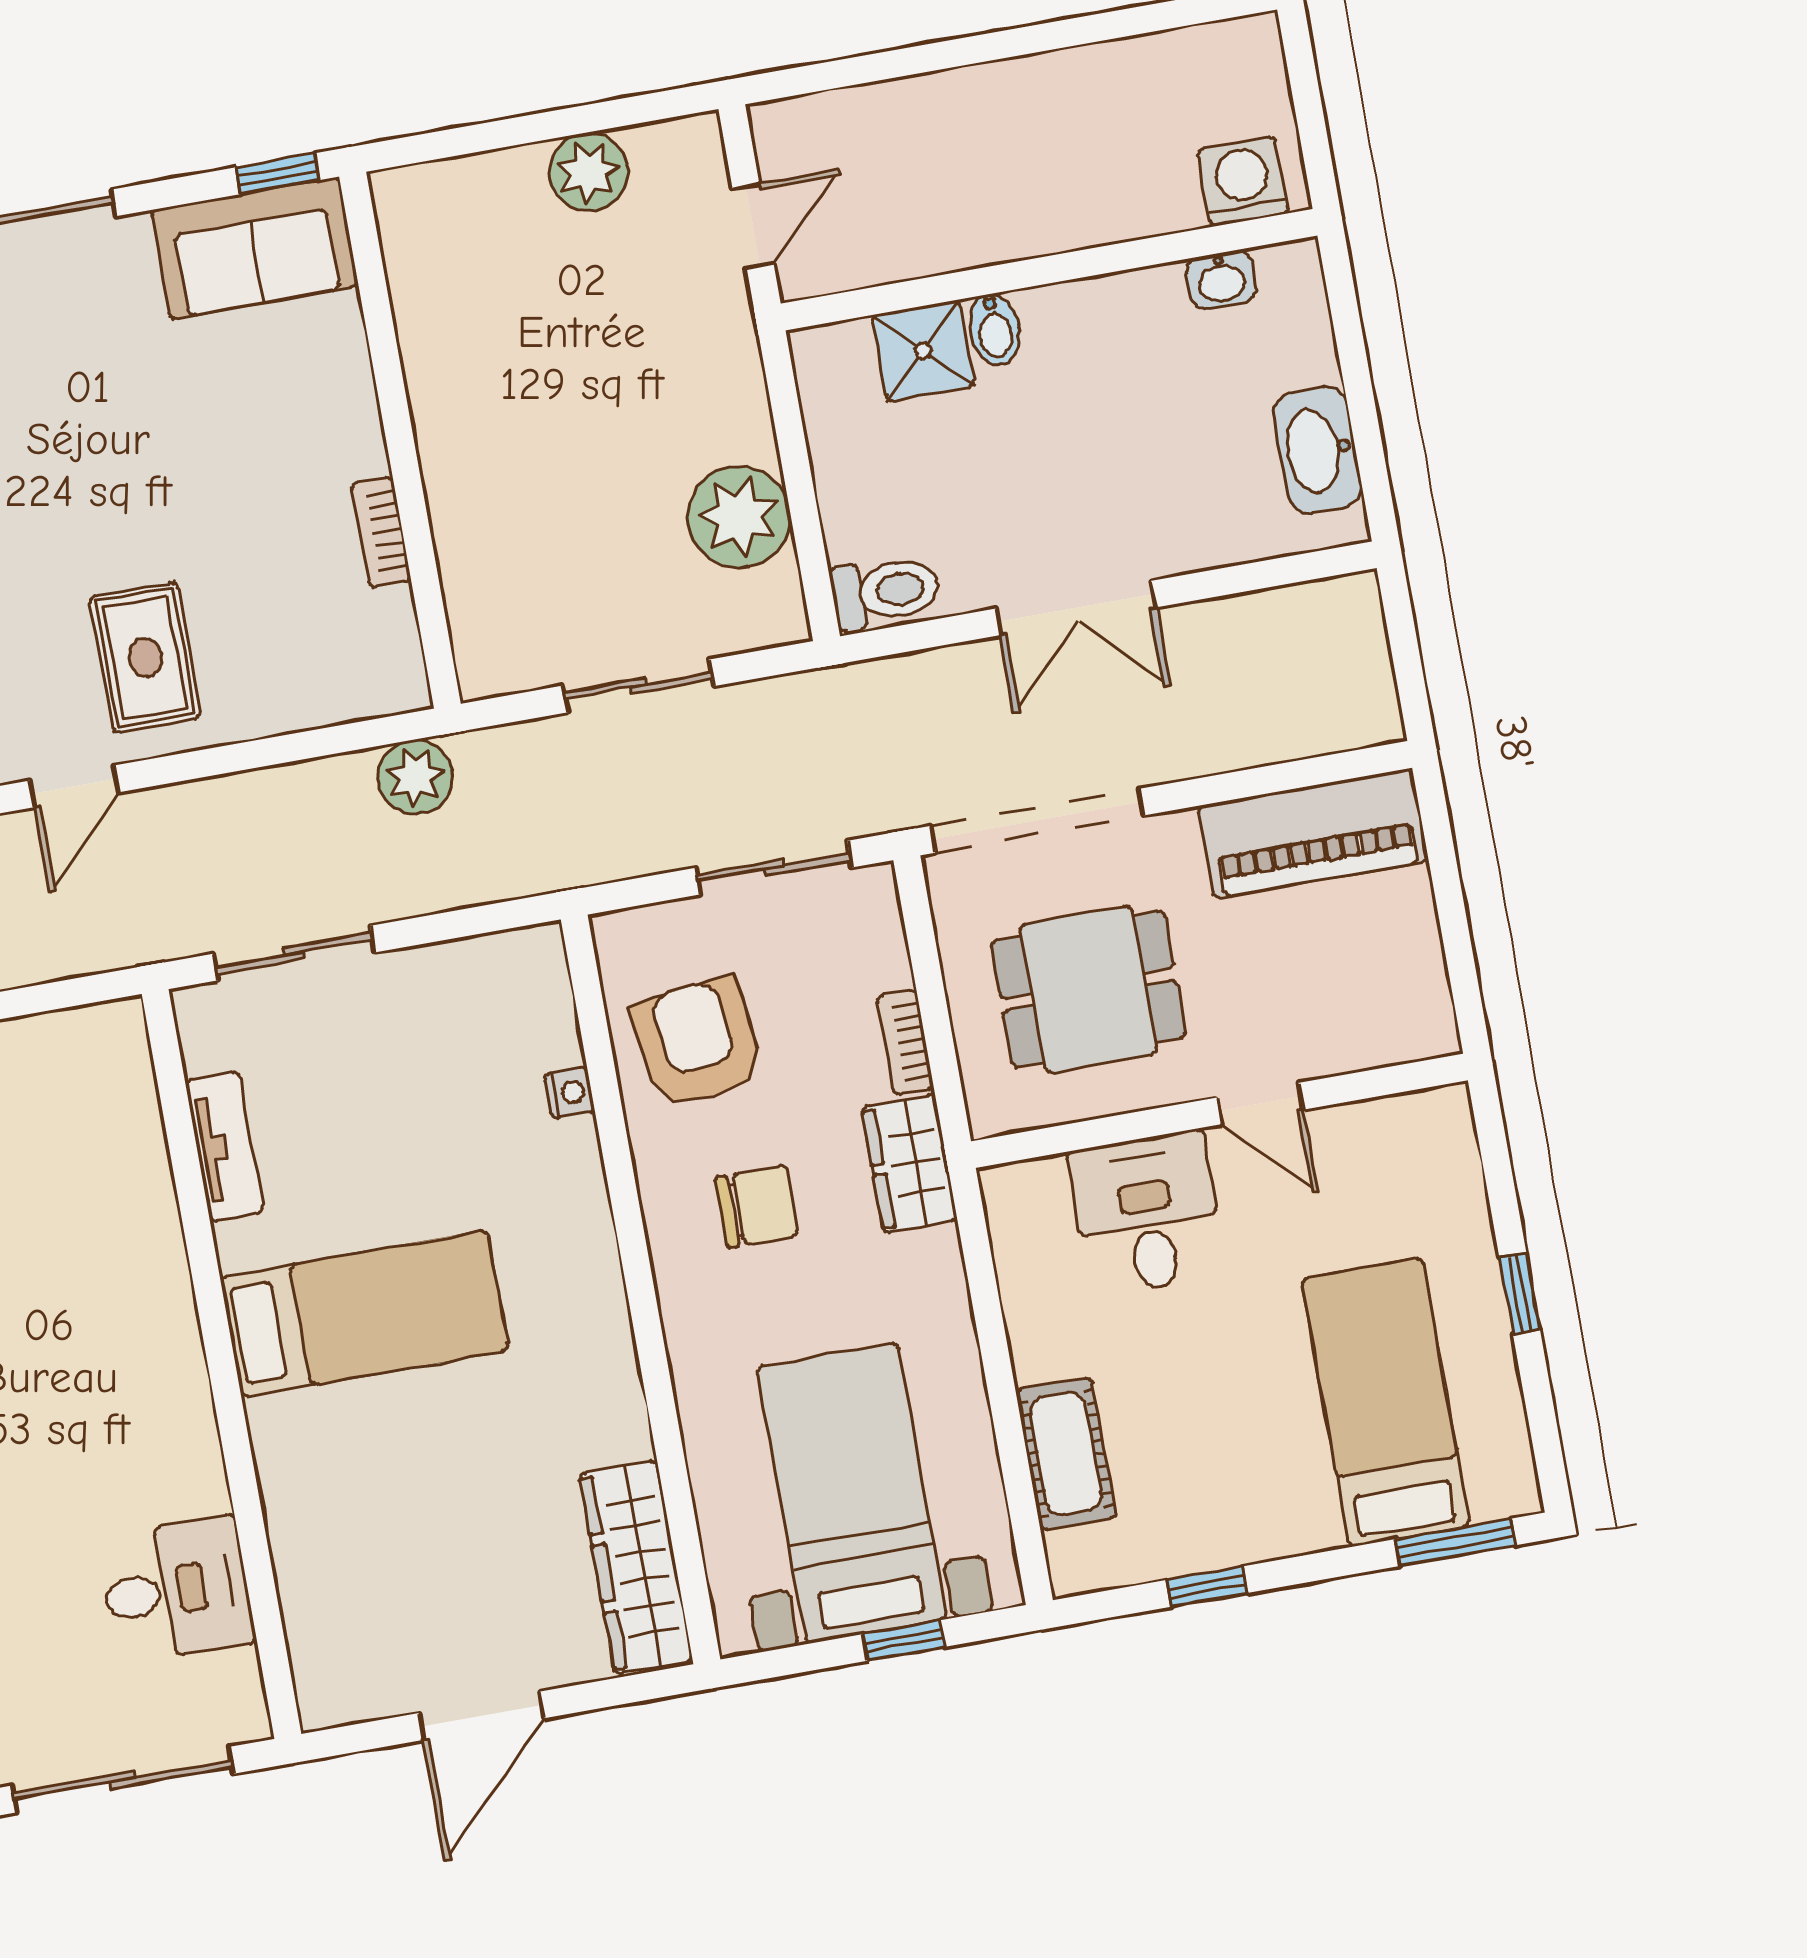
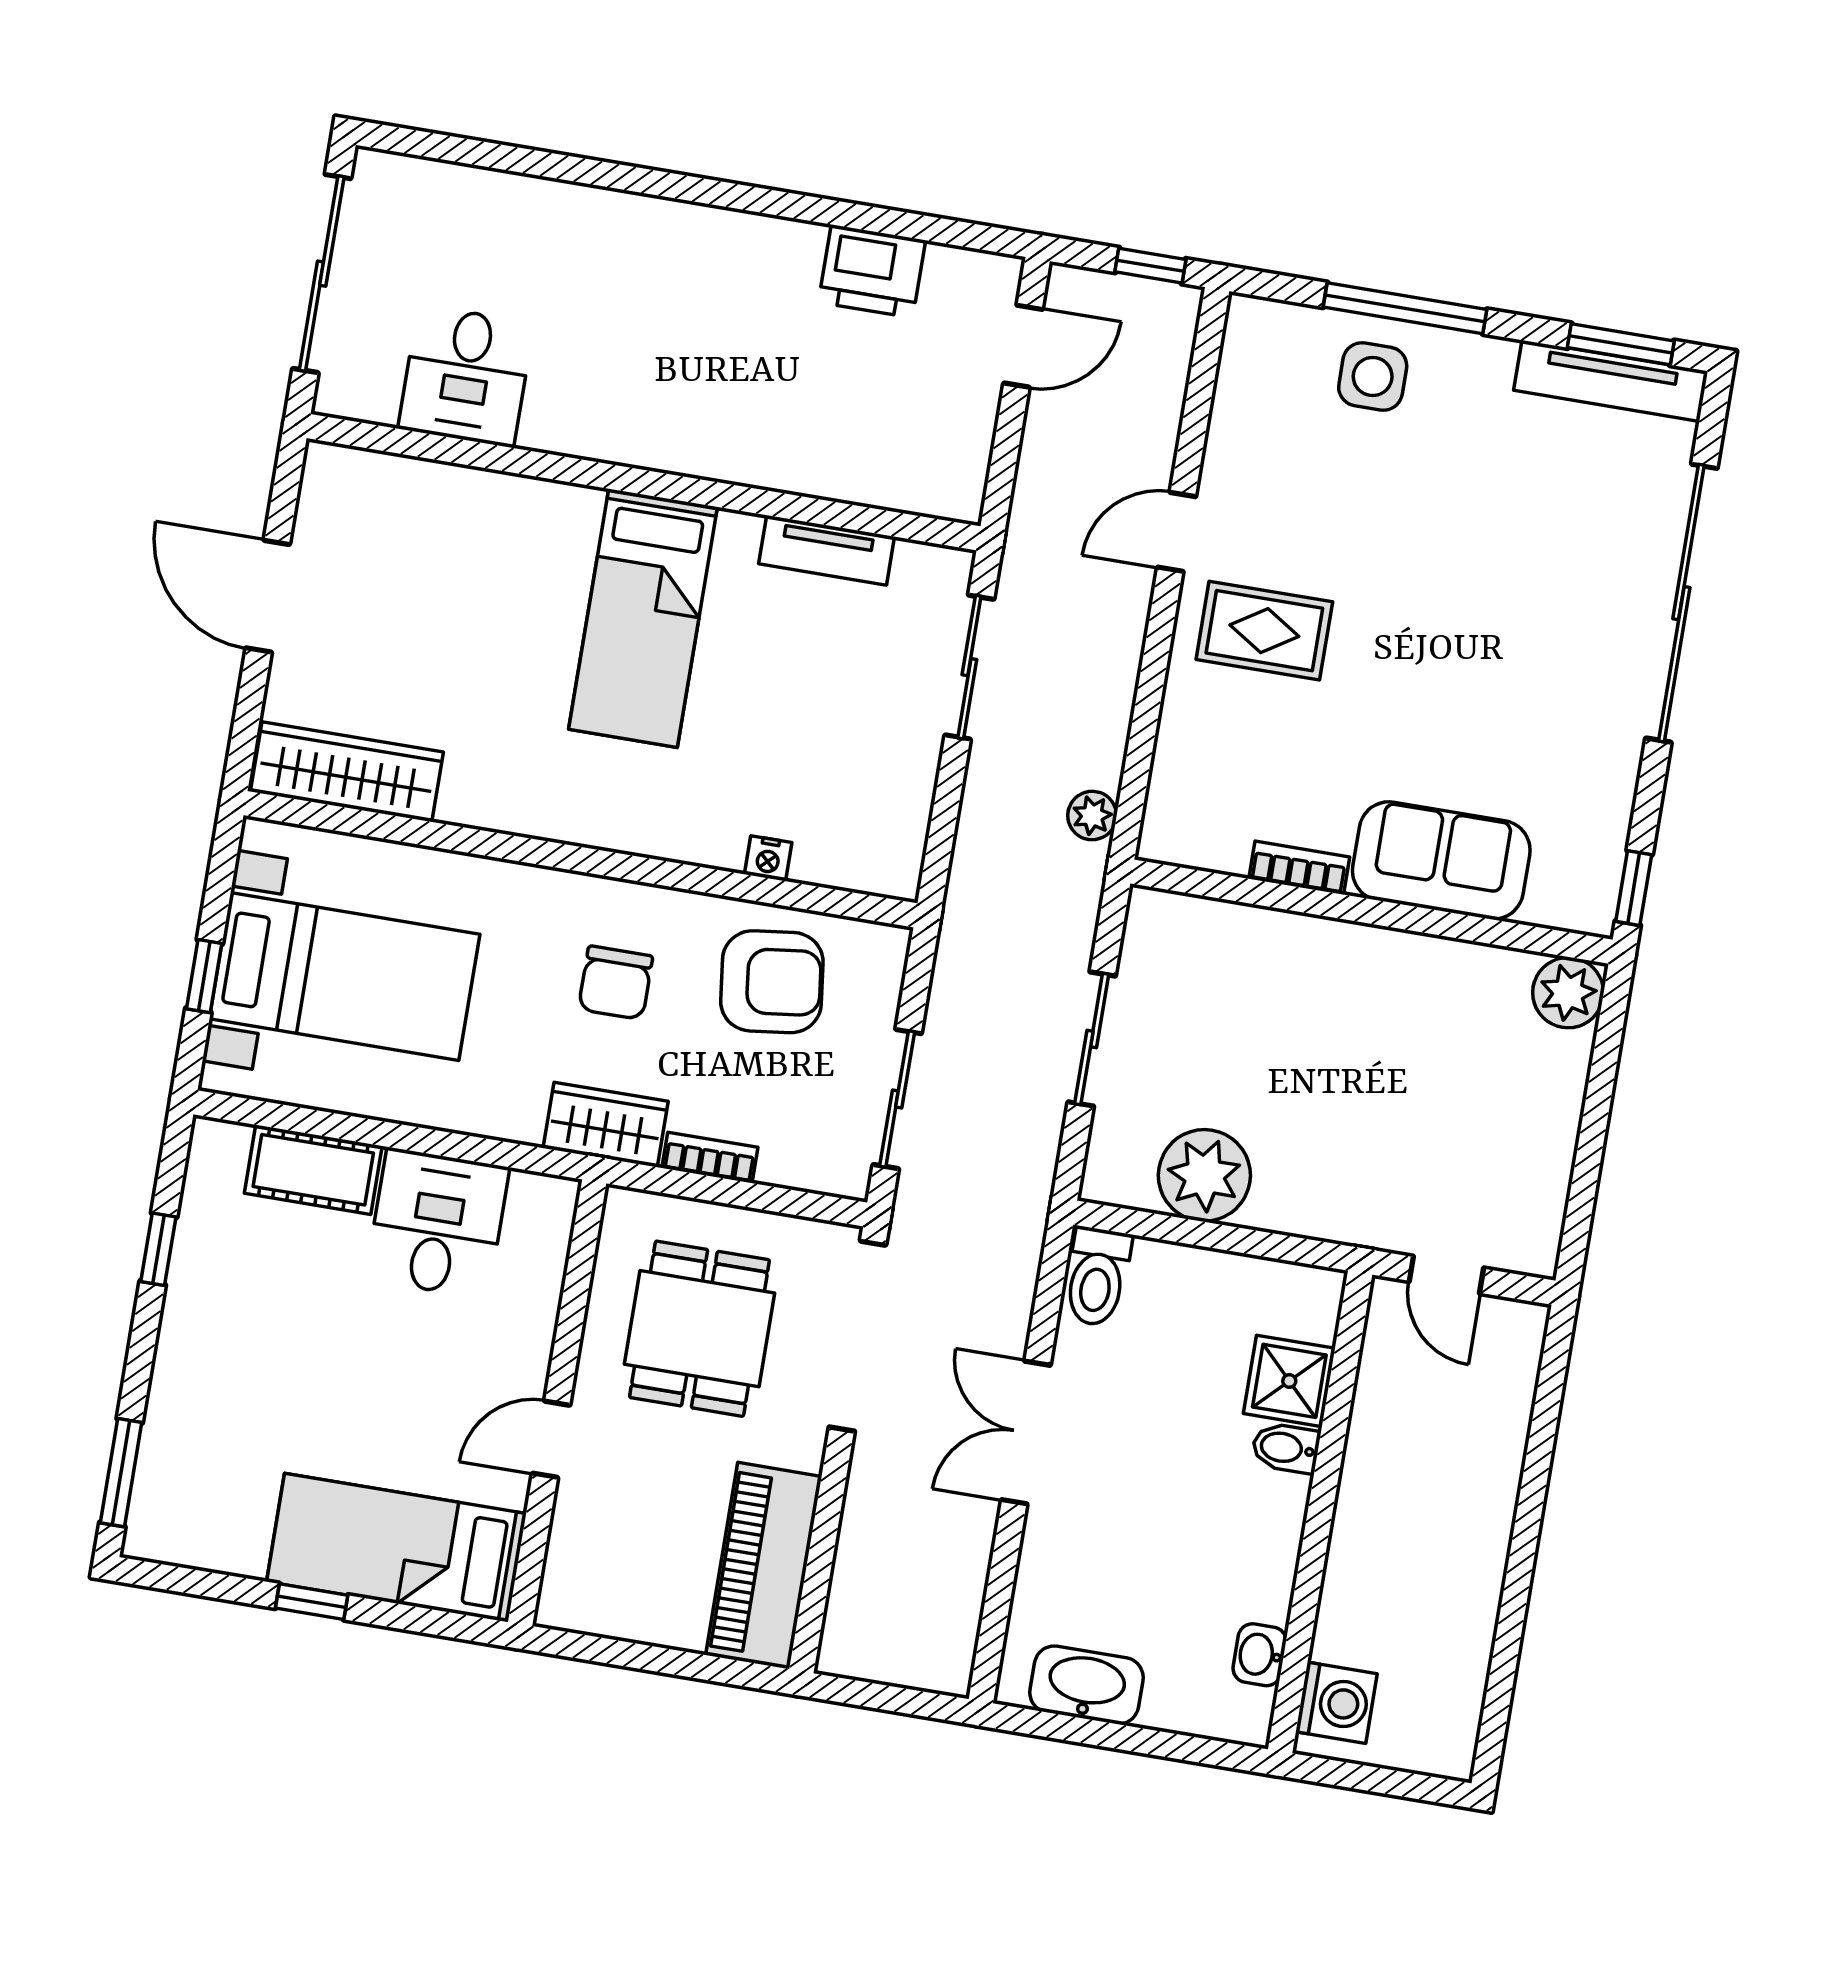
plant: (589, 172) -> (1568, 993), moved
sofa: (255, 248) -> (1441, 860), moved, turned 90
plant: (415, 777) -> (1092, 816), width x0.73, depth x0.73
door: (75, 786) -> (1177, 532), hinge flipped
desk: (1147, 1213) -> (437, 1223), moved, turned -90
bed: (1386, 1402) -> (396, 1548), moved, turned 180

